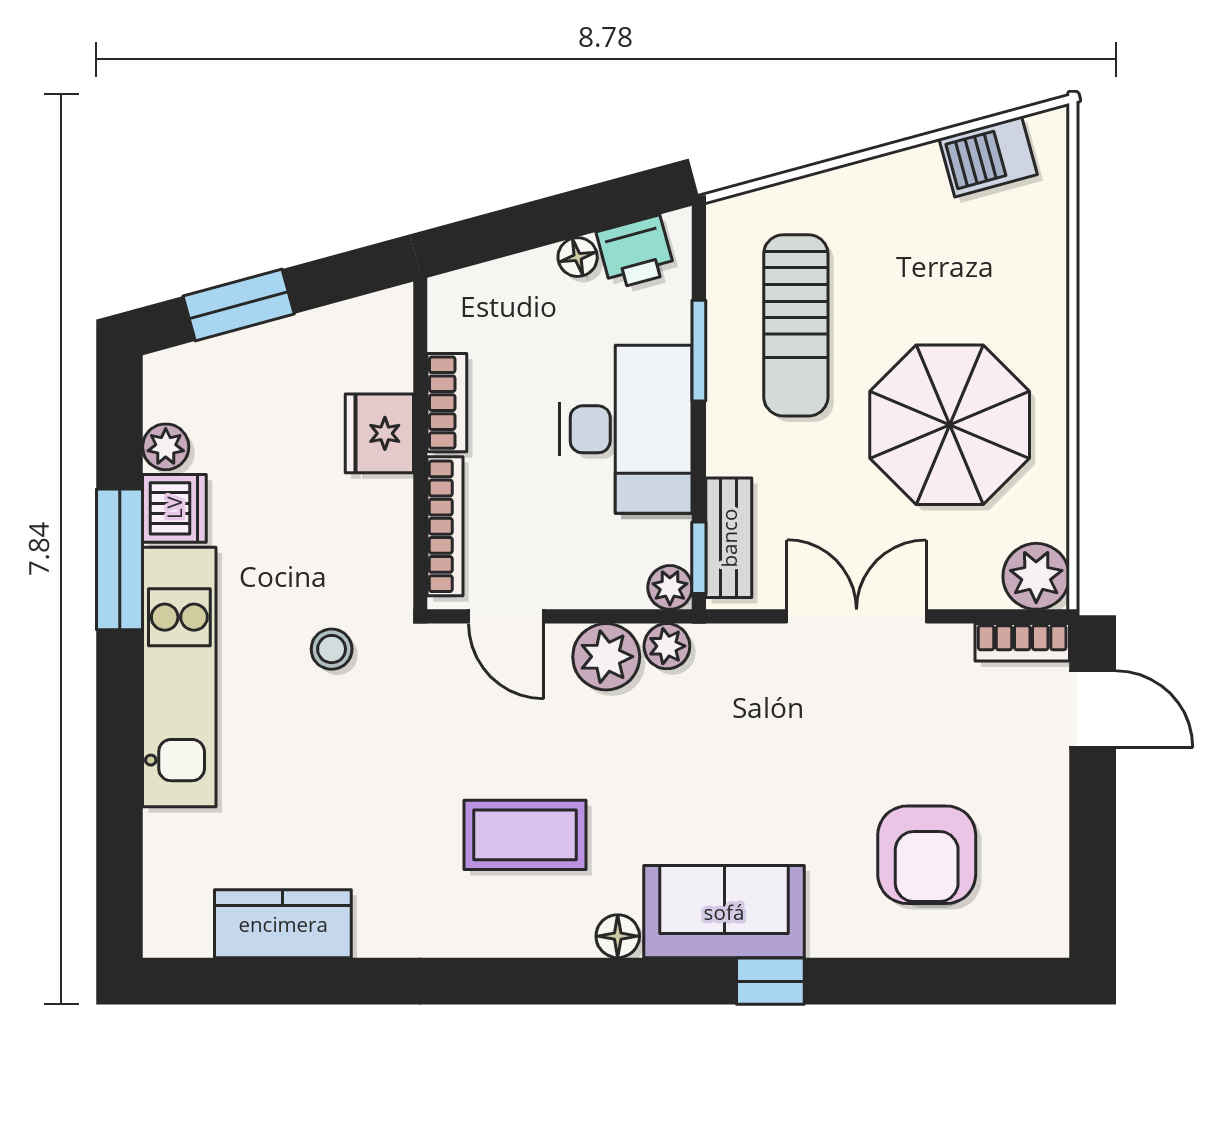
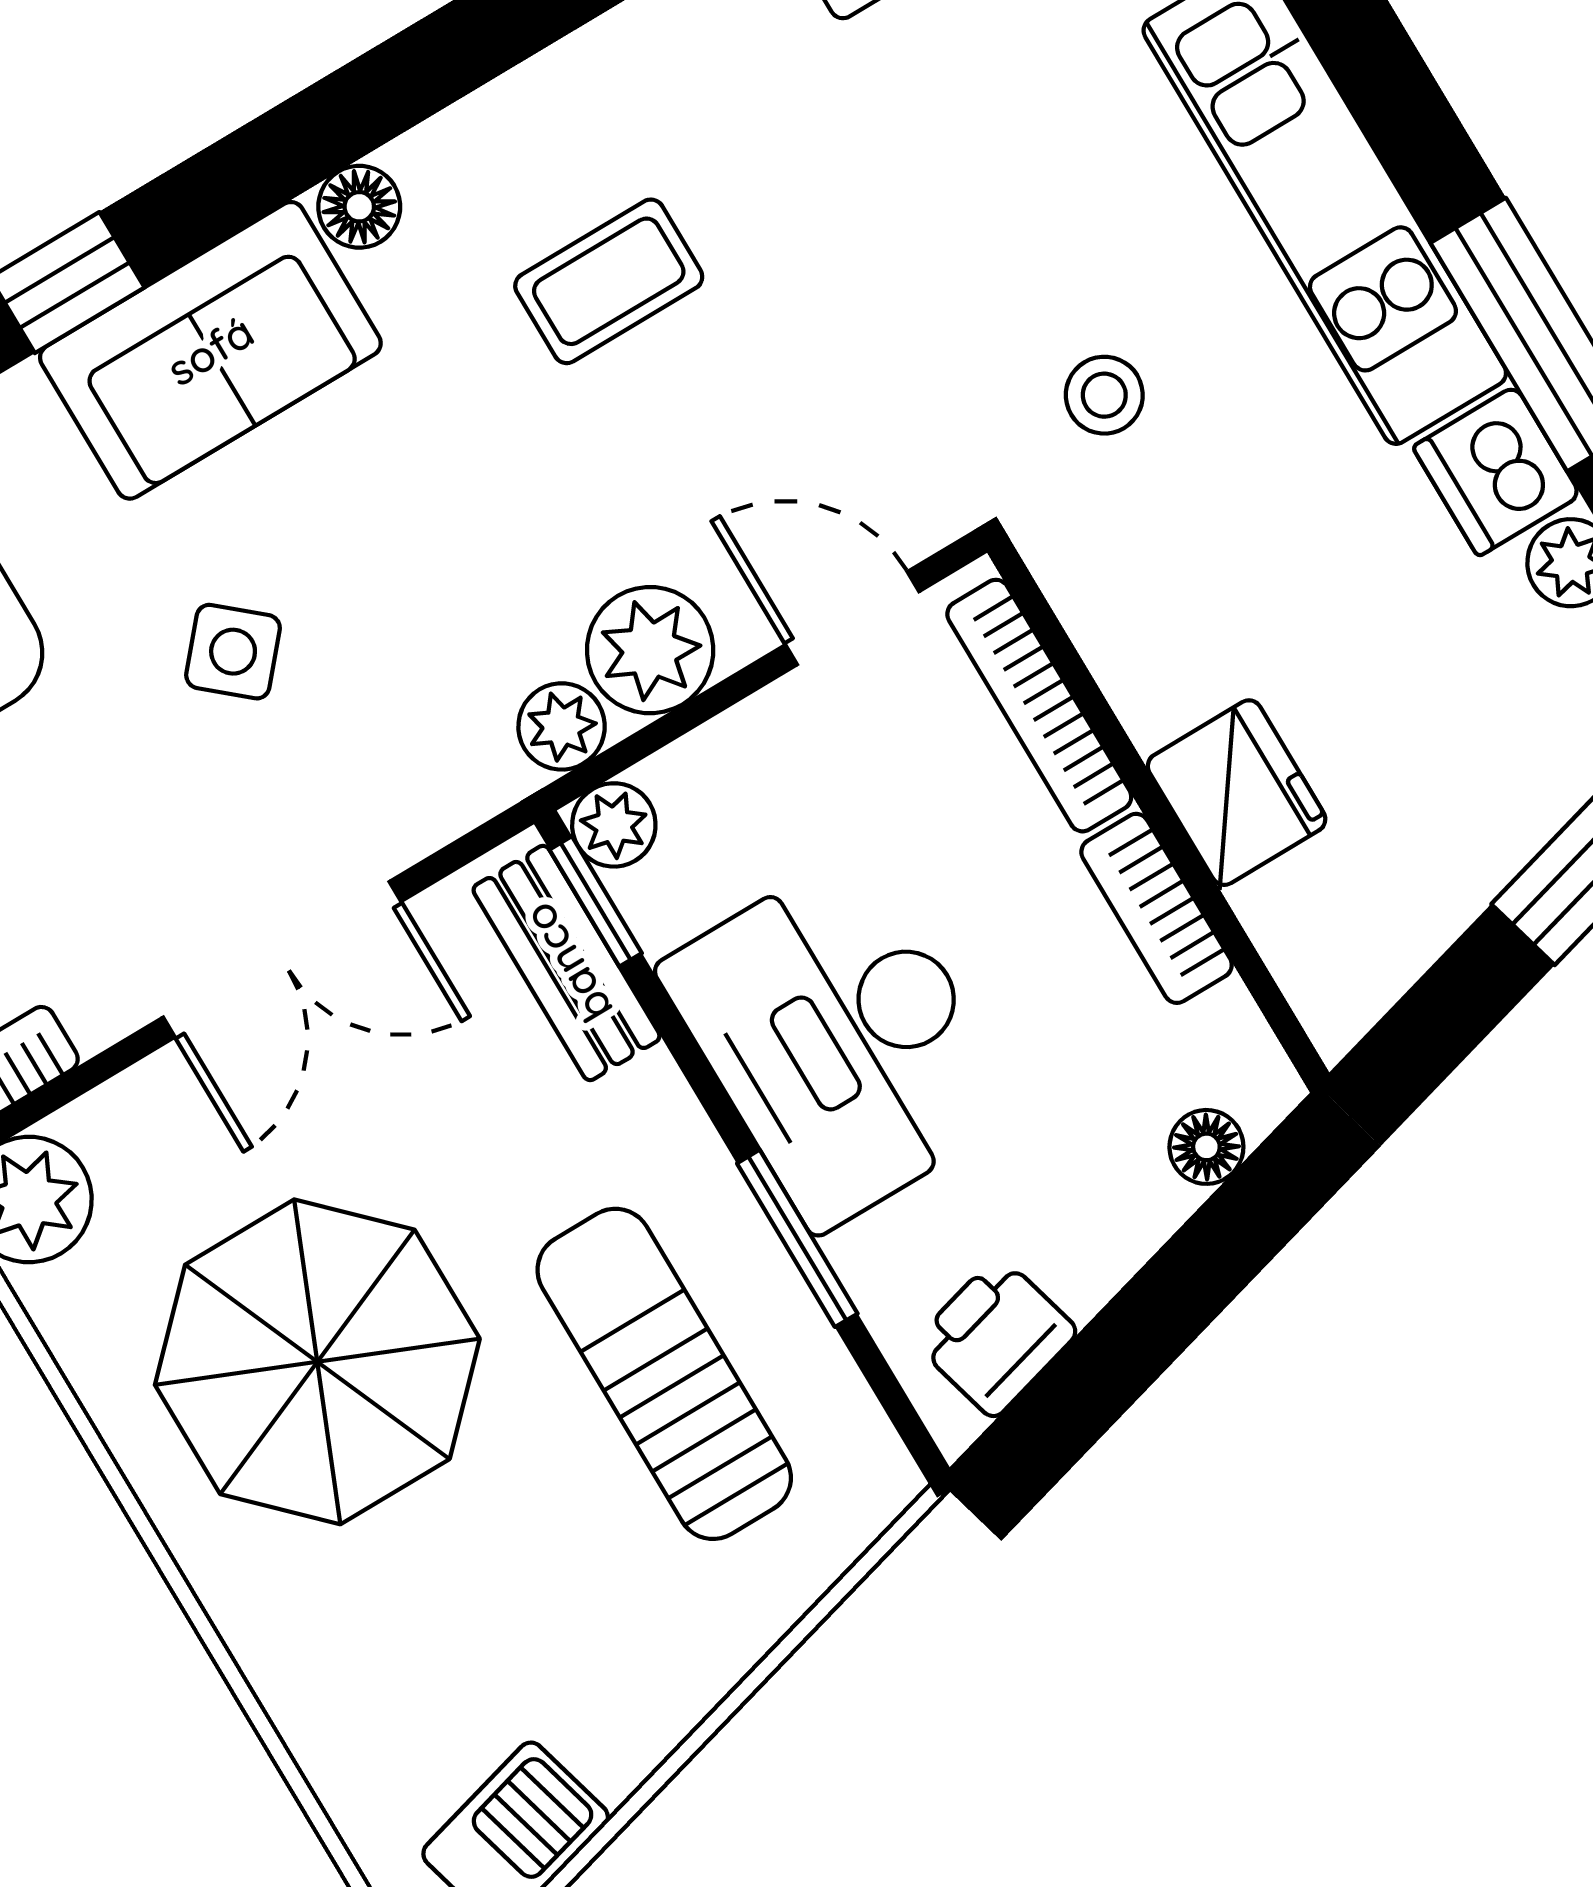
floor lamp: (578, 257) -> (1206, 1147), moved
side table: (795, 769) -> (233, 652), added
coffee table: (525, 835) -> (609, 281), width x0.73, depth x0.77

